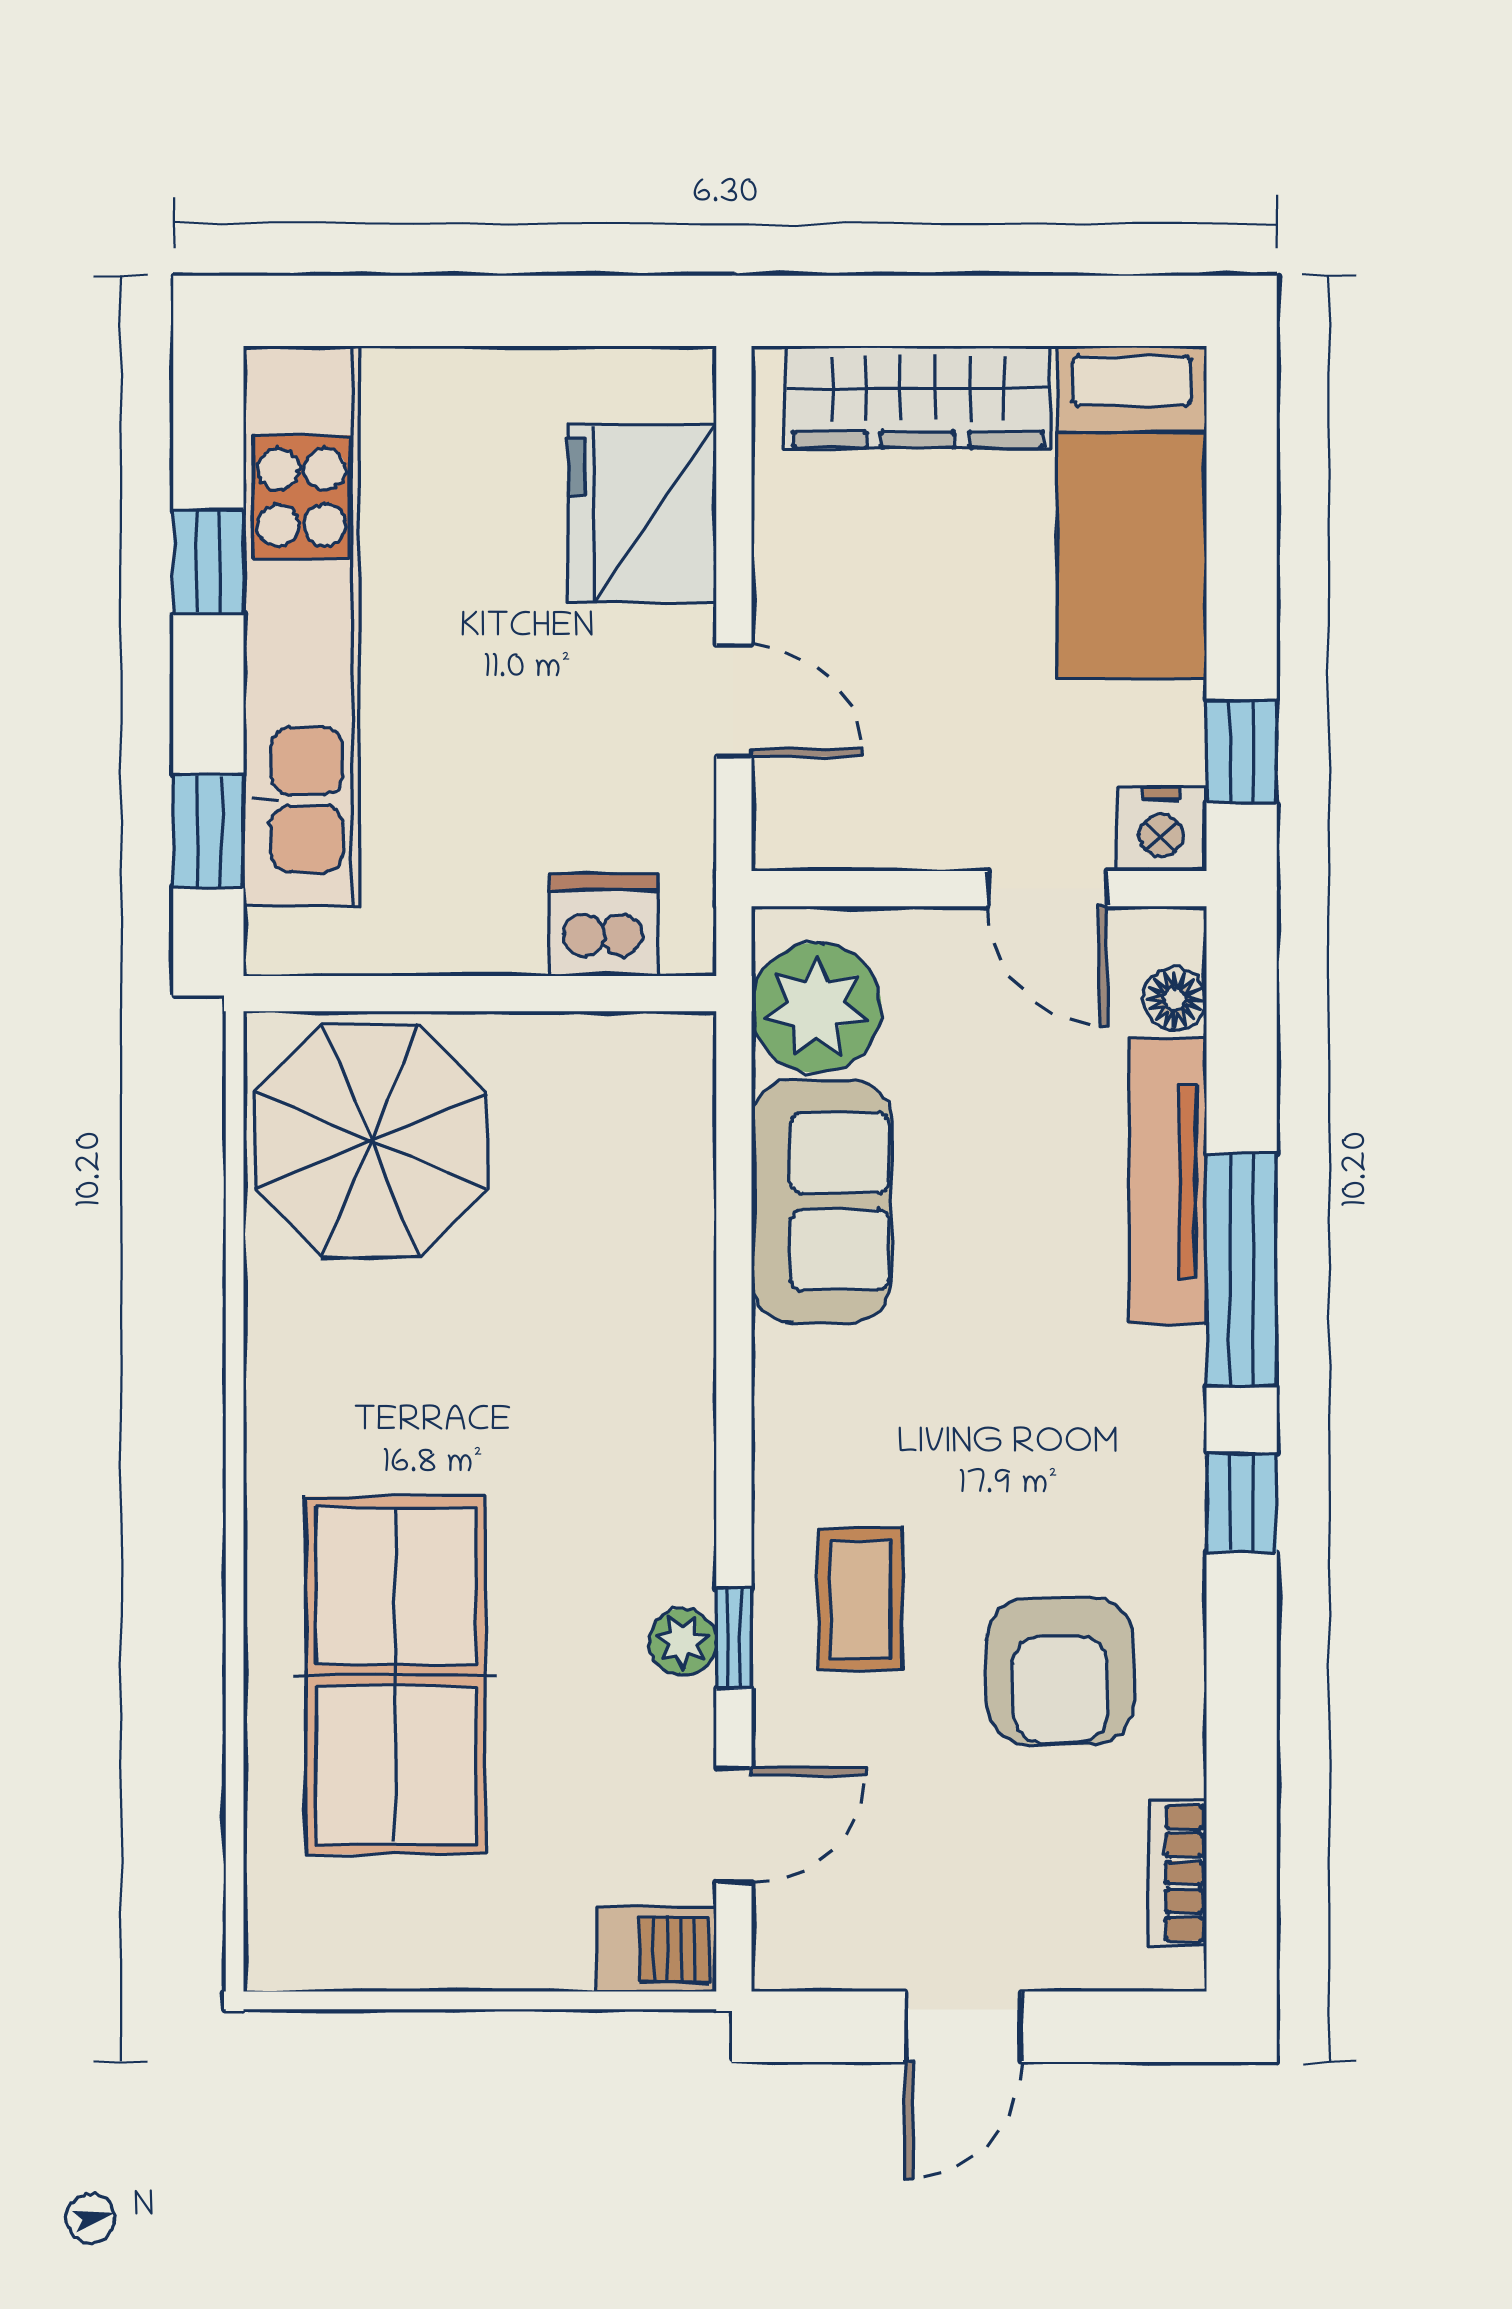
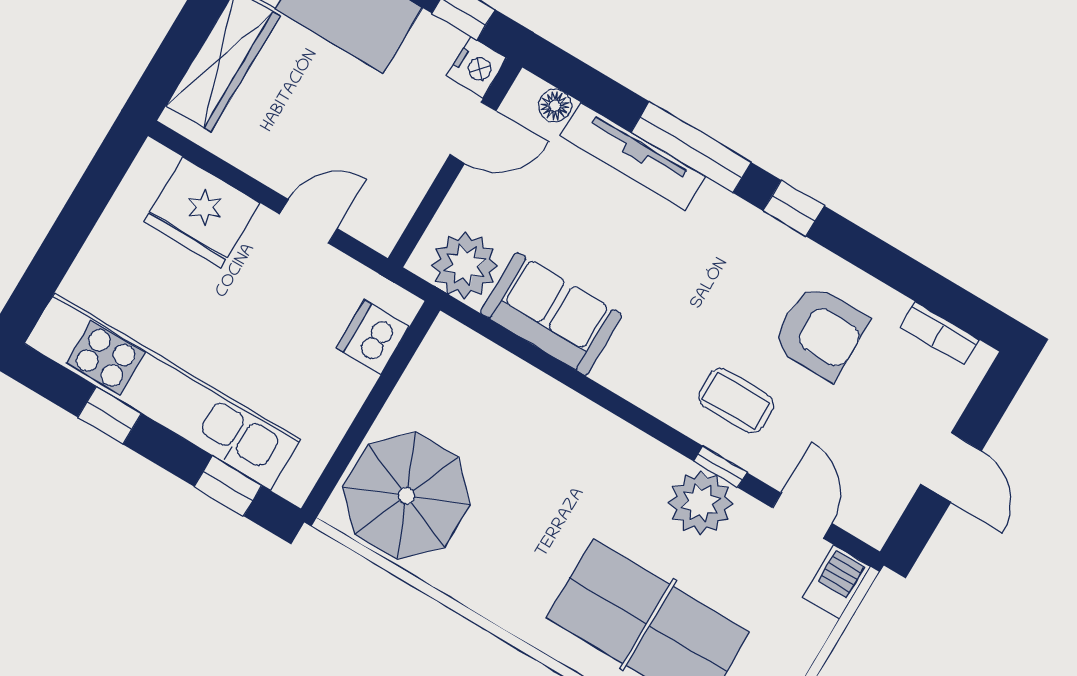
plant: (683, 1642) -> (701, 503), width x1.88, depth x1.88

